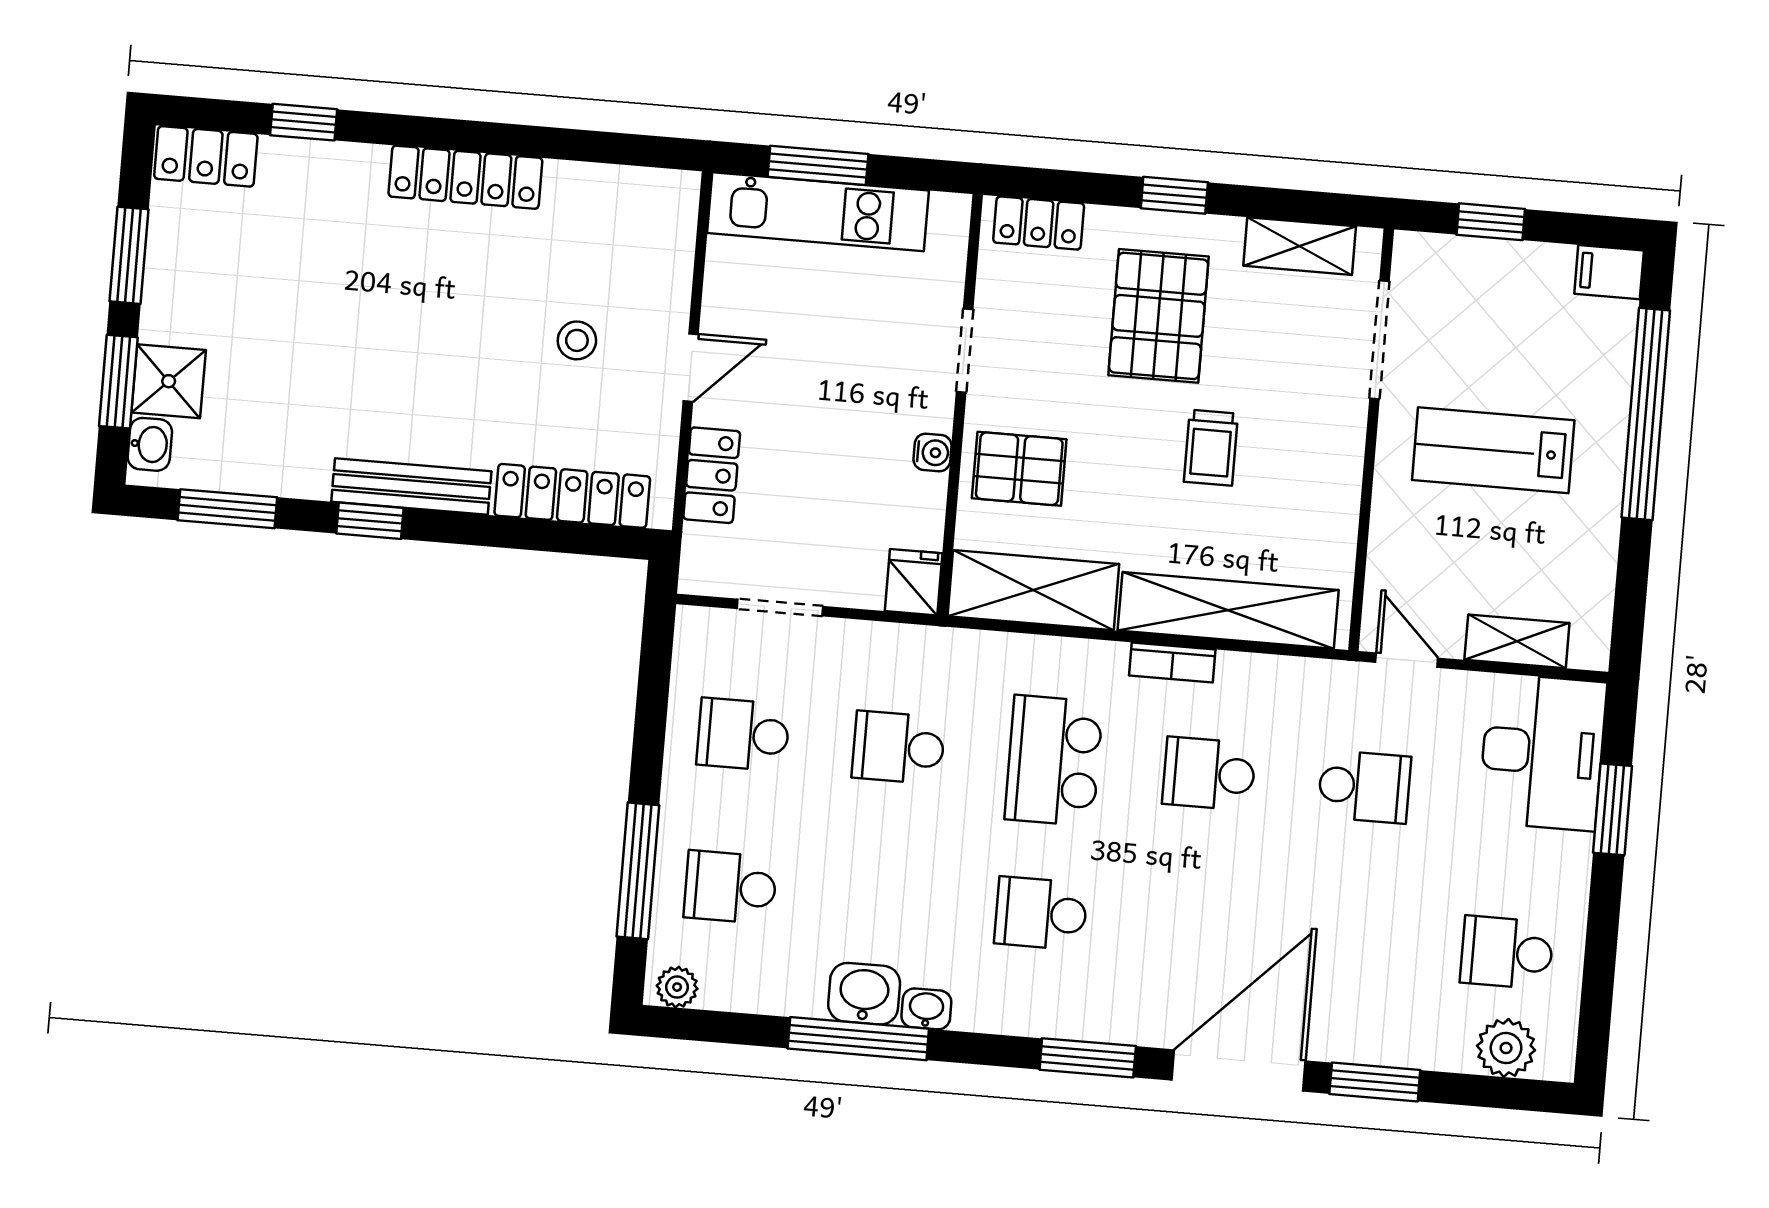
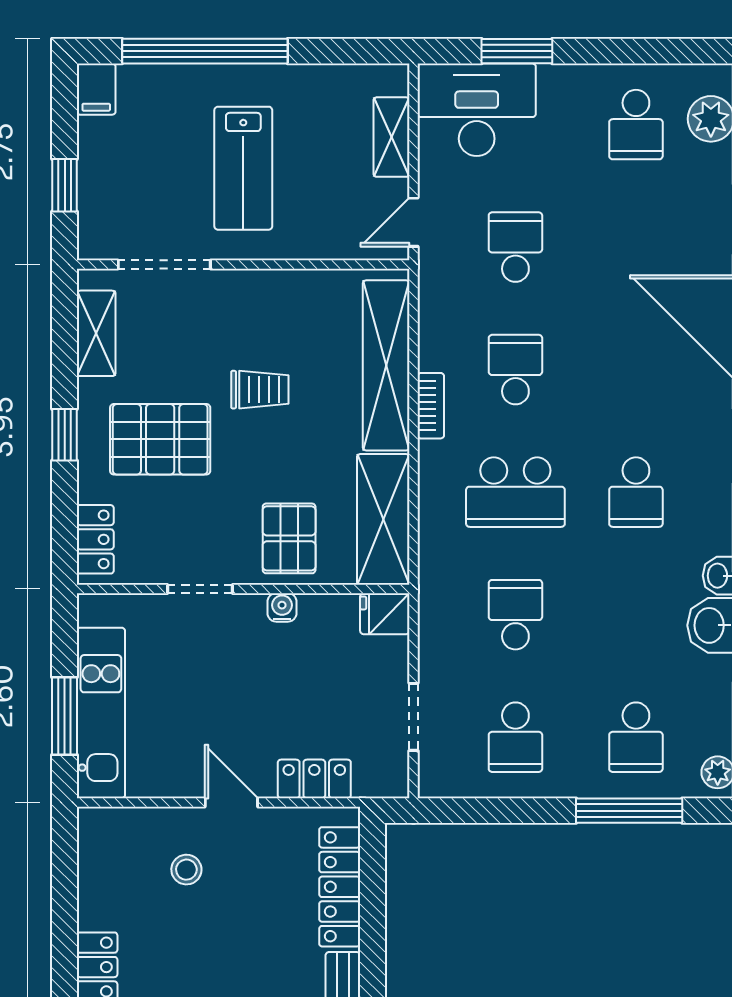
stool: (577, 340) -> (186, 870), moved
school desk: (898, 748) -> (515, 615), turned 180
school desk: (1209, 774) -> (515, 370), turned 180

